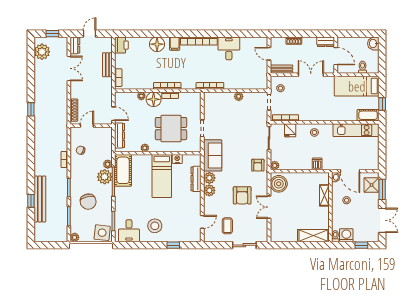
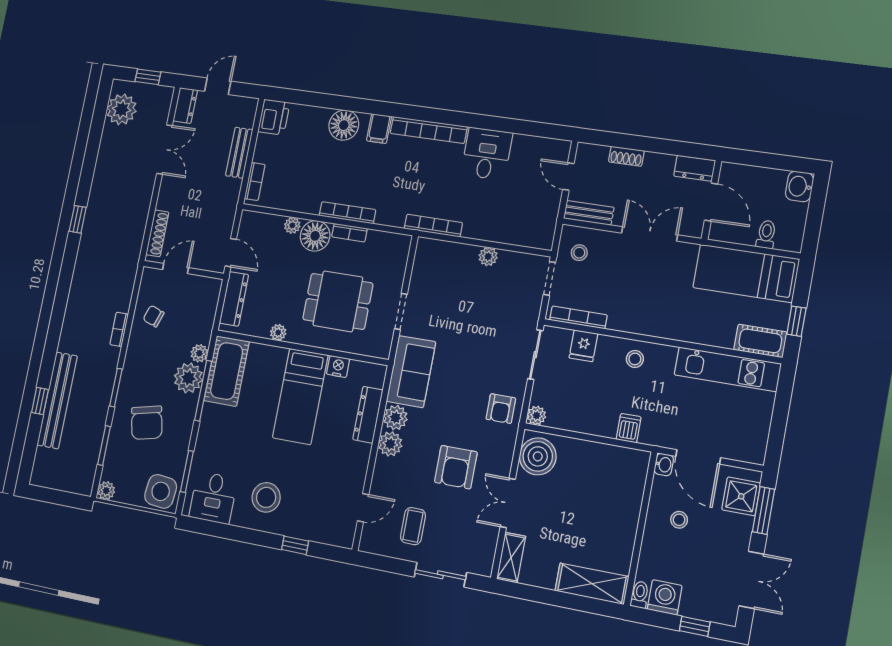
shelving: (324, 195) -> (511, 558), moved

